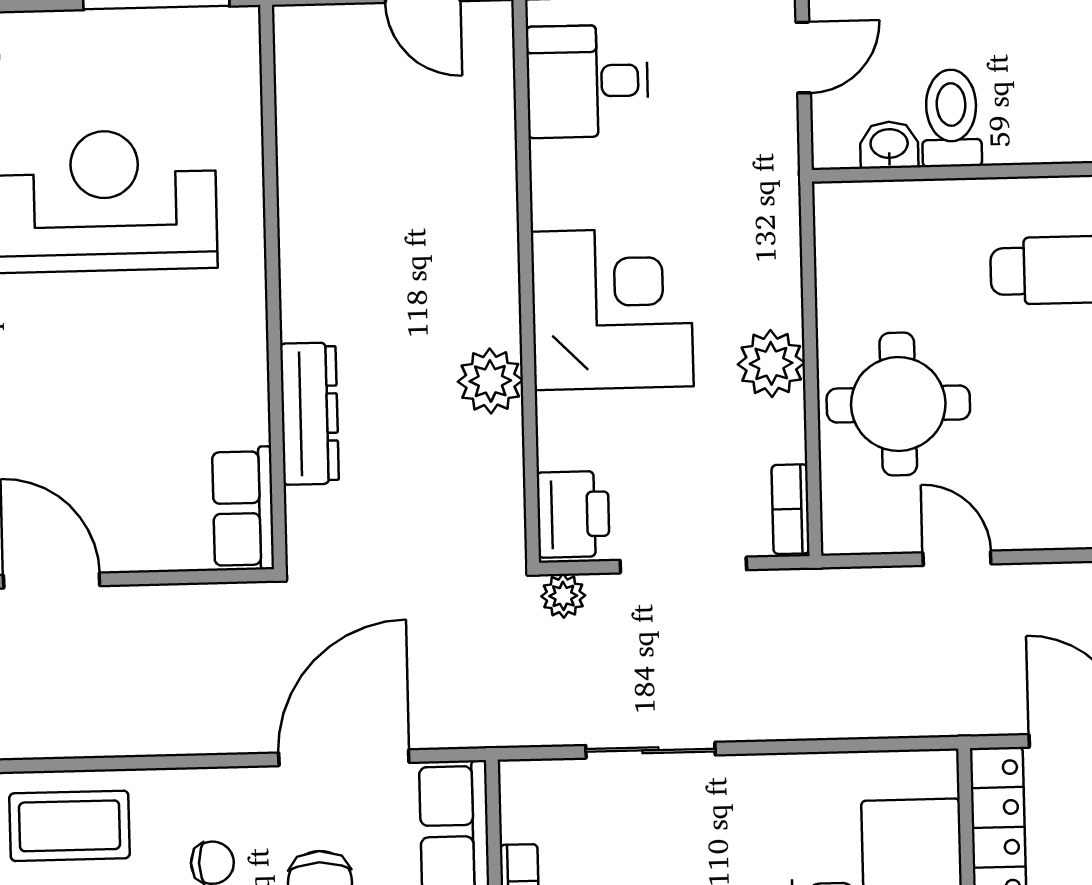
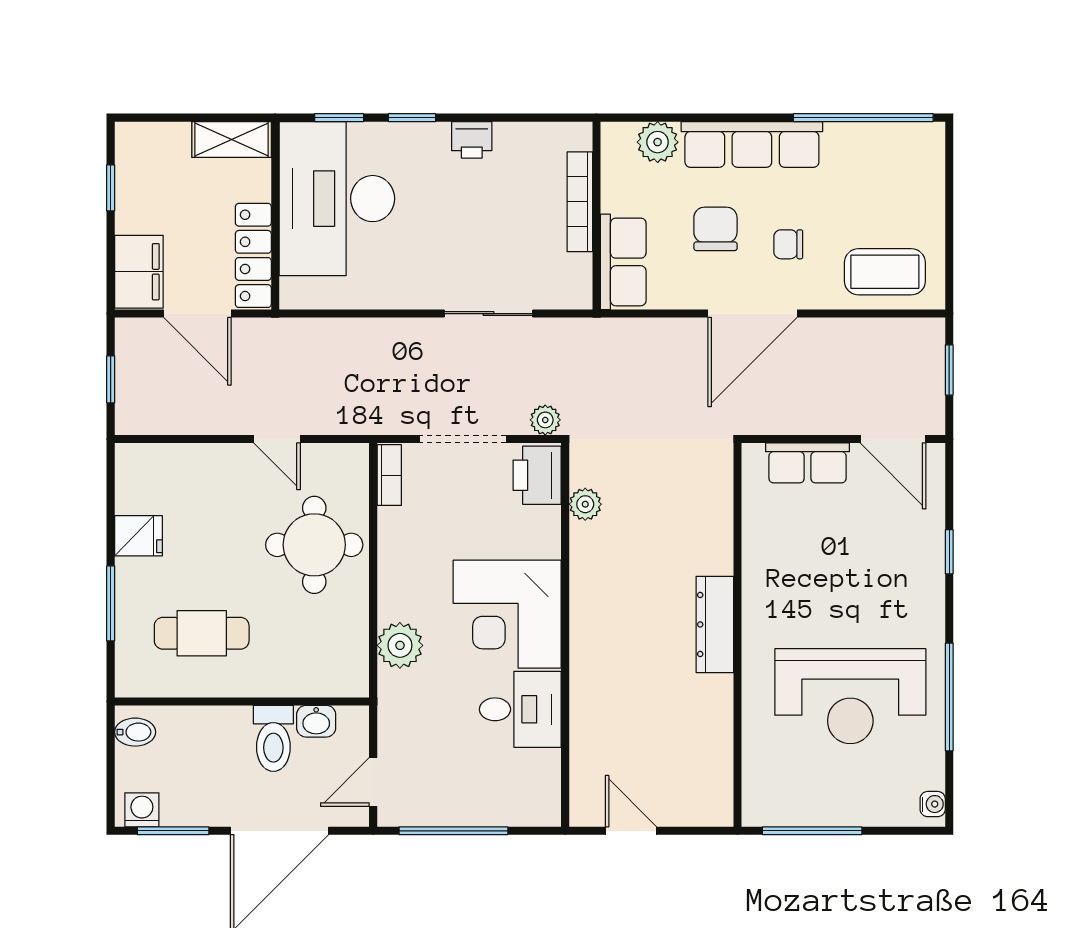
desk: (587, 81) -> (520, 709), moved
plant: (771, 363) -> (400, 645), moved
plant: (490, 381) -> (585, 504), moved, width x0.73, depth x0.73
dresser: (309, 414) -> (715, 624), moved
row of seats: (243, 508) -> (808, 463), moved, turned 90
door: (344, 758) -> (753, 314), moved

